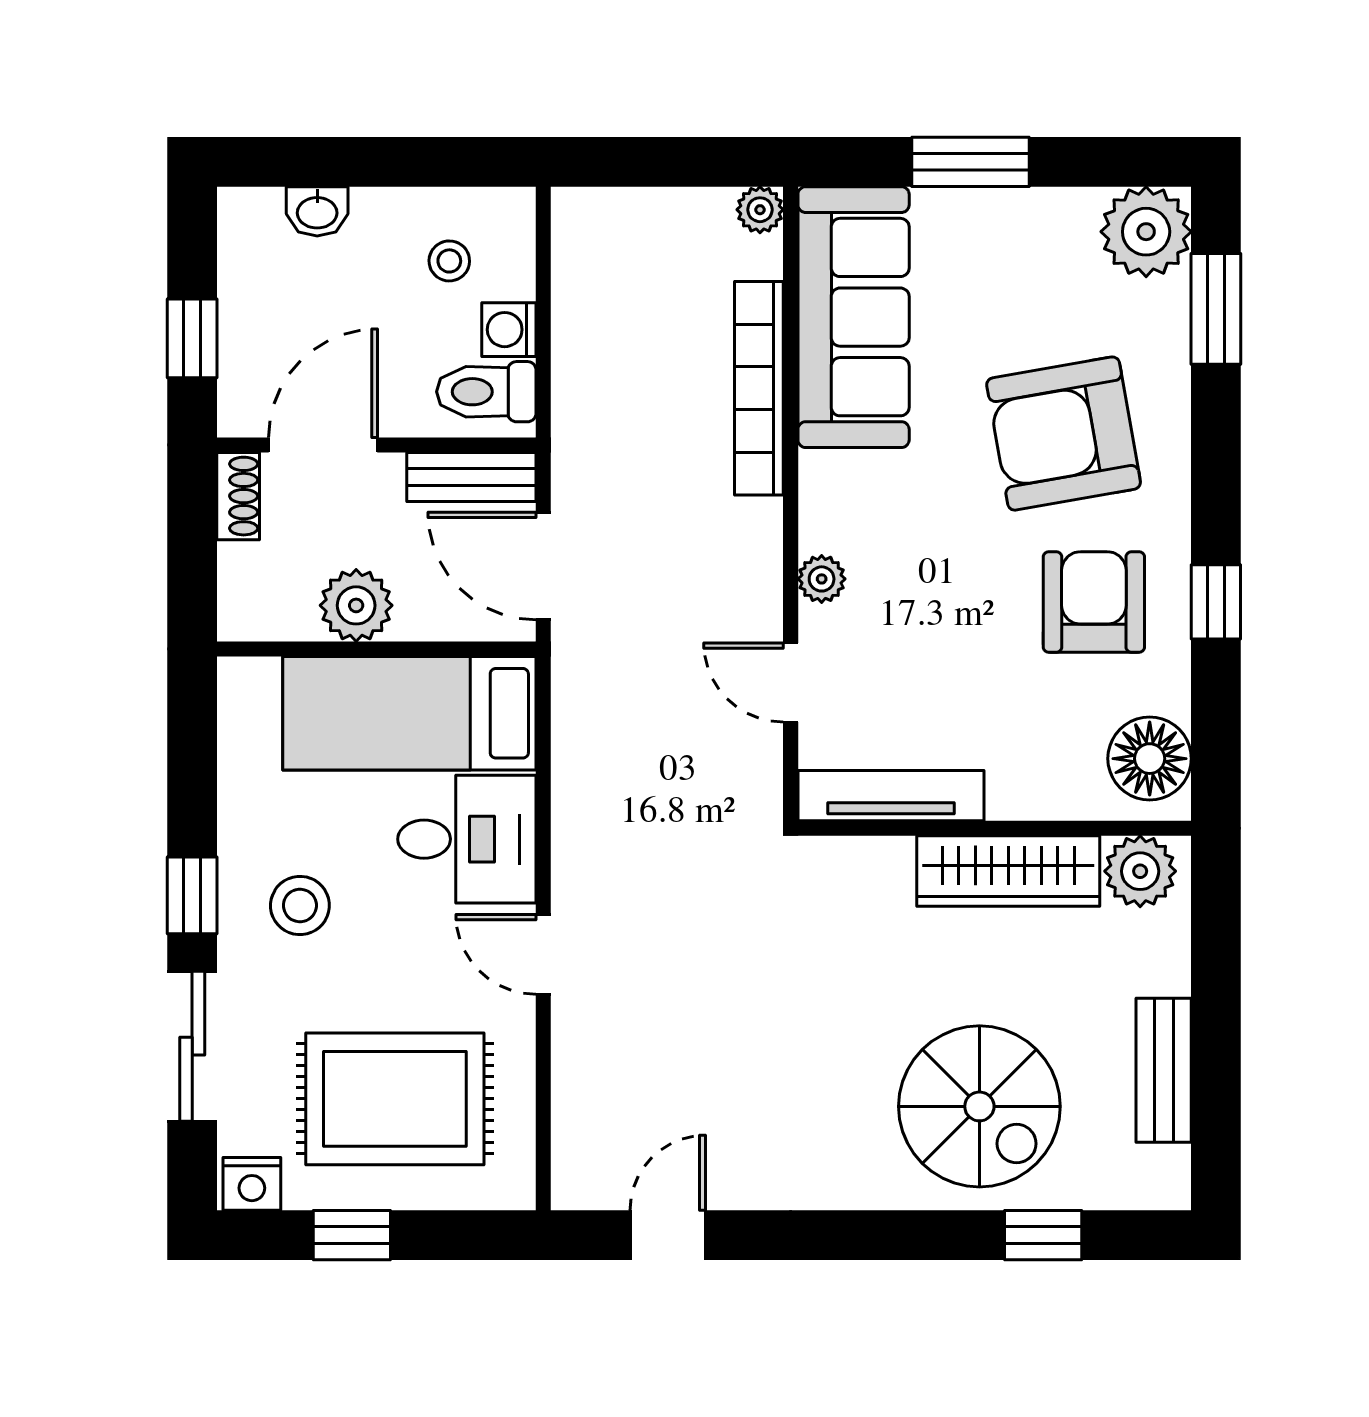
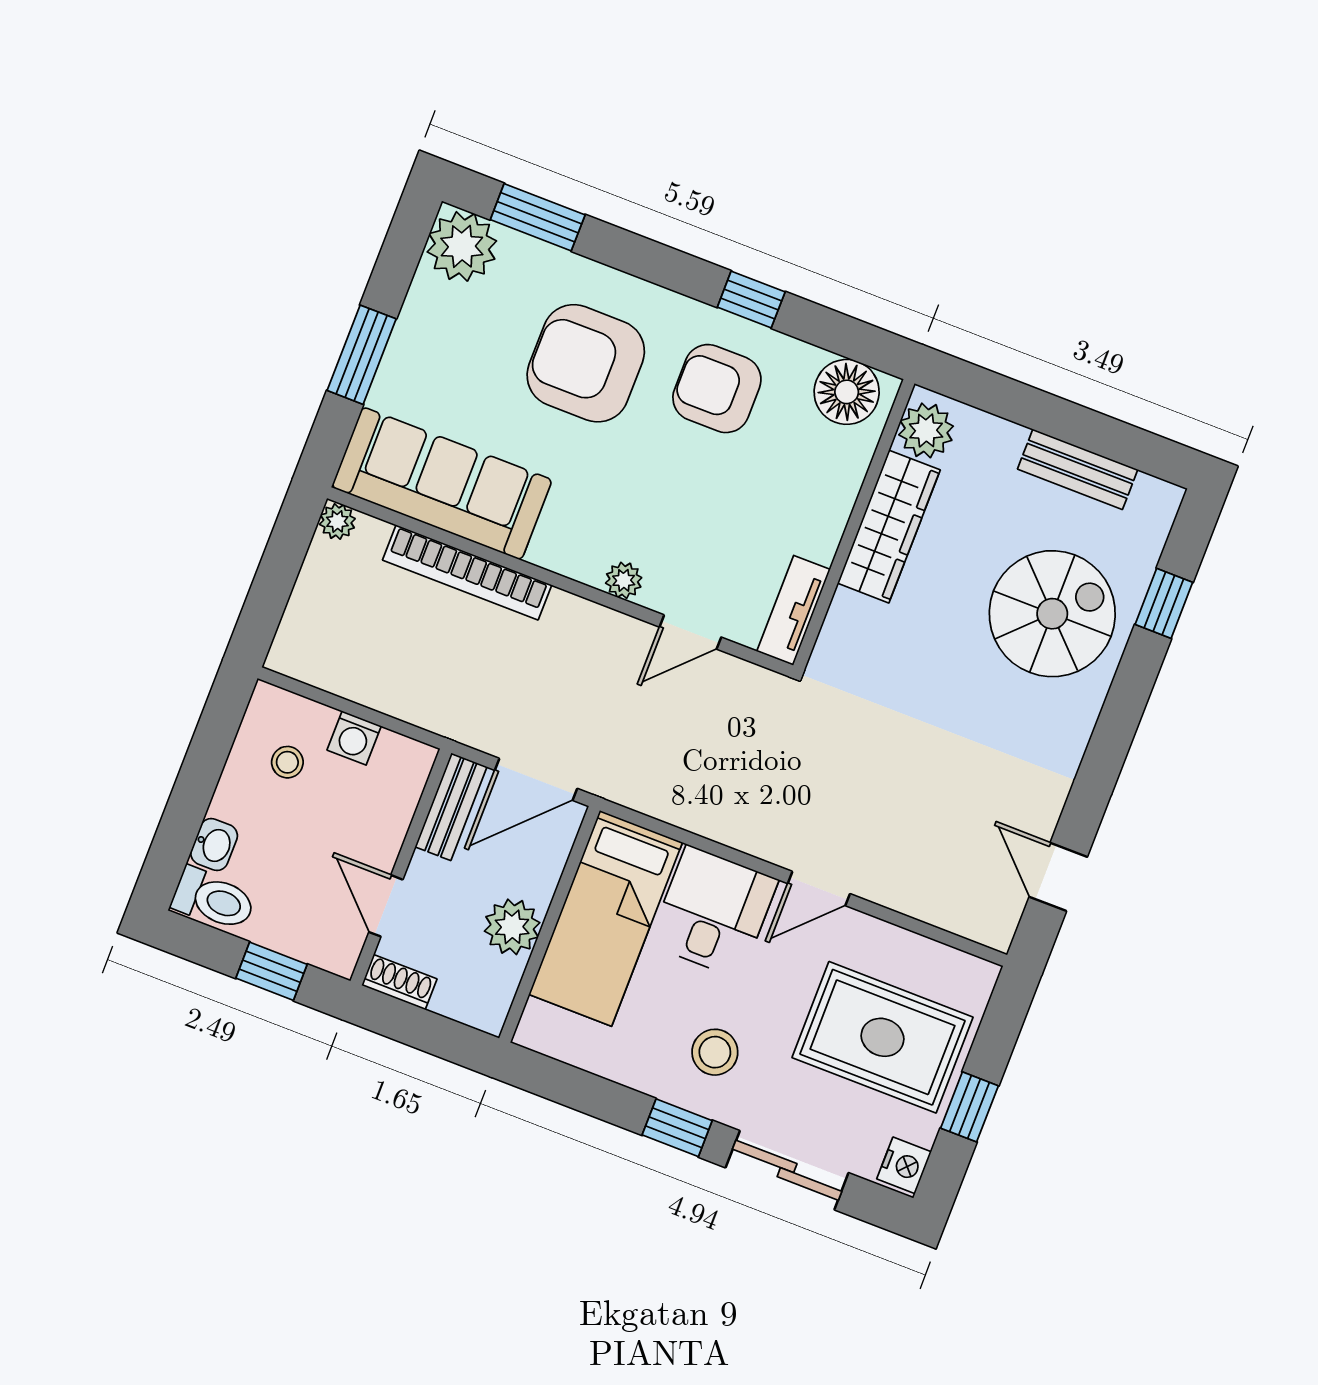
toilet: (486, 392) -> (214, 899), moved, turned -90
armchair: (1064, 434) -> (586, 363), turned 100
door: (323, 445) -> (386, 906), width x0.73
tv unit: (891, 796) -> (793, 610), width x0.71
rug: (395, 1099) -> (882, 1037), turned 90

